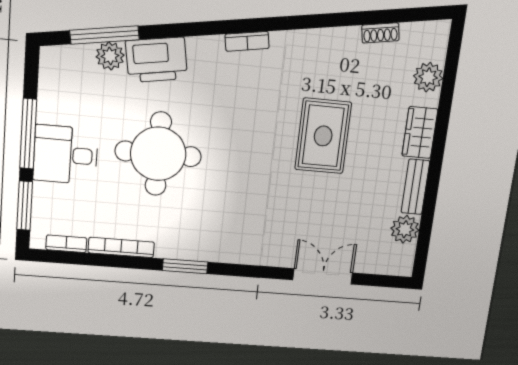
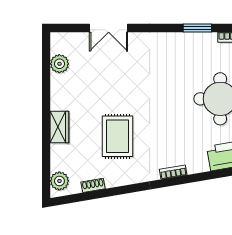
plant: (428, 77) -> (59, 181), moved
rug: (323, 136) -> (117, 136), moved
bench: (415, 187) -> (57, 92), removed

